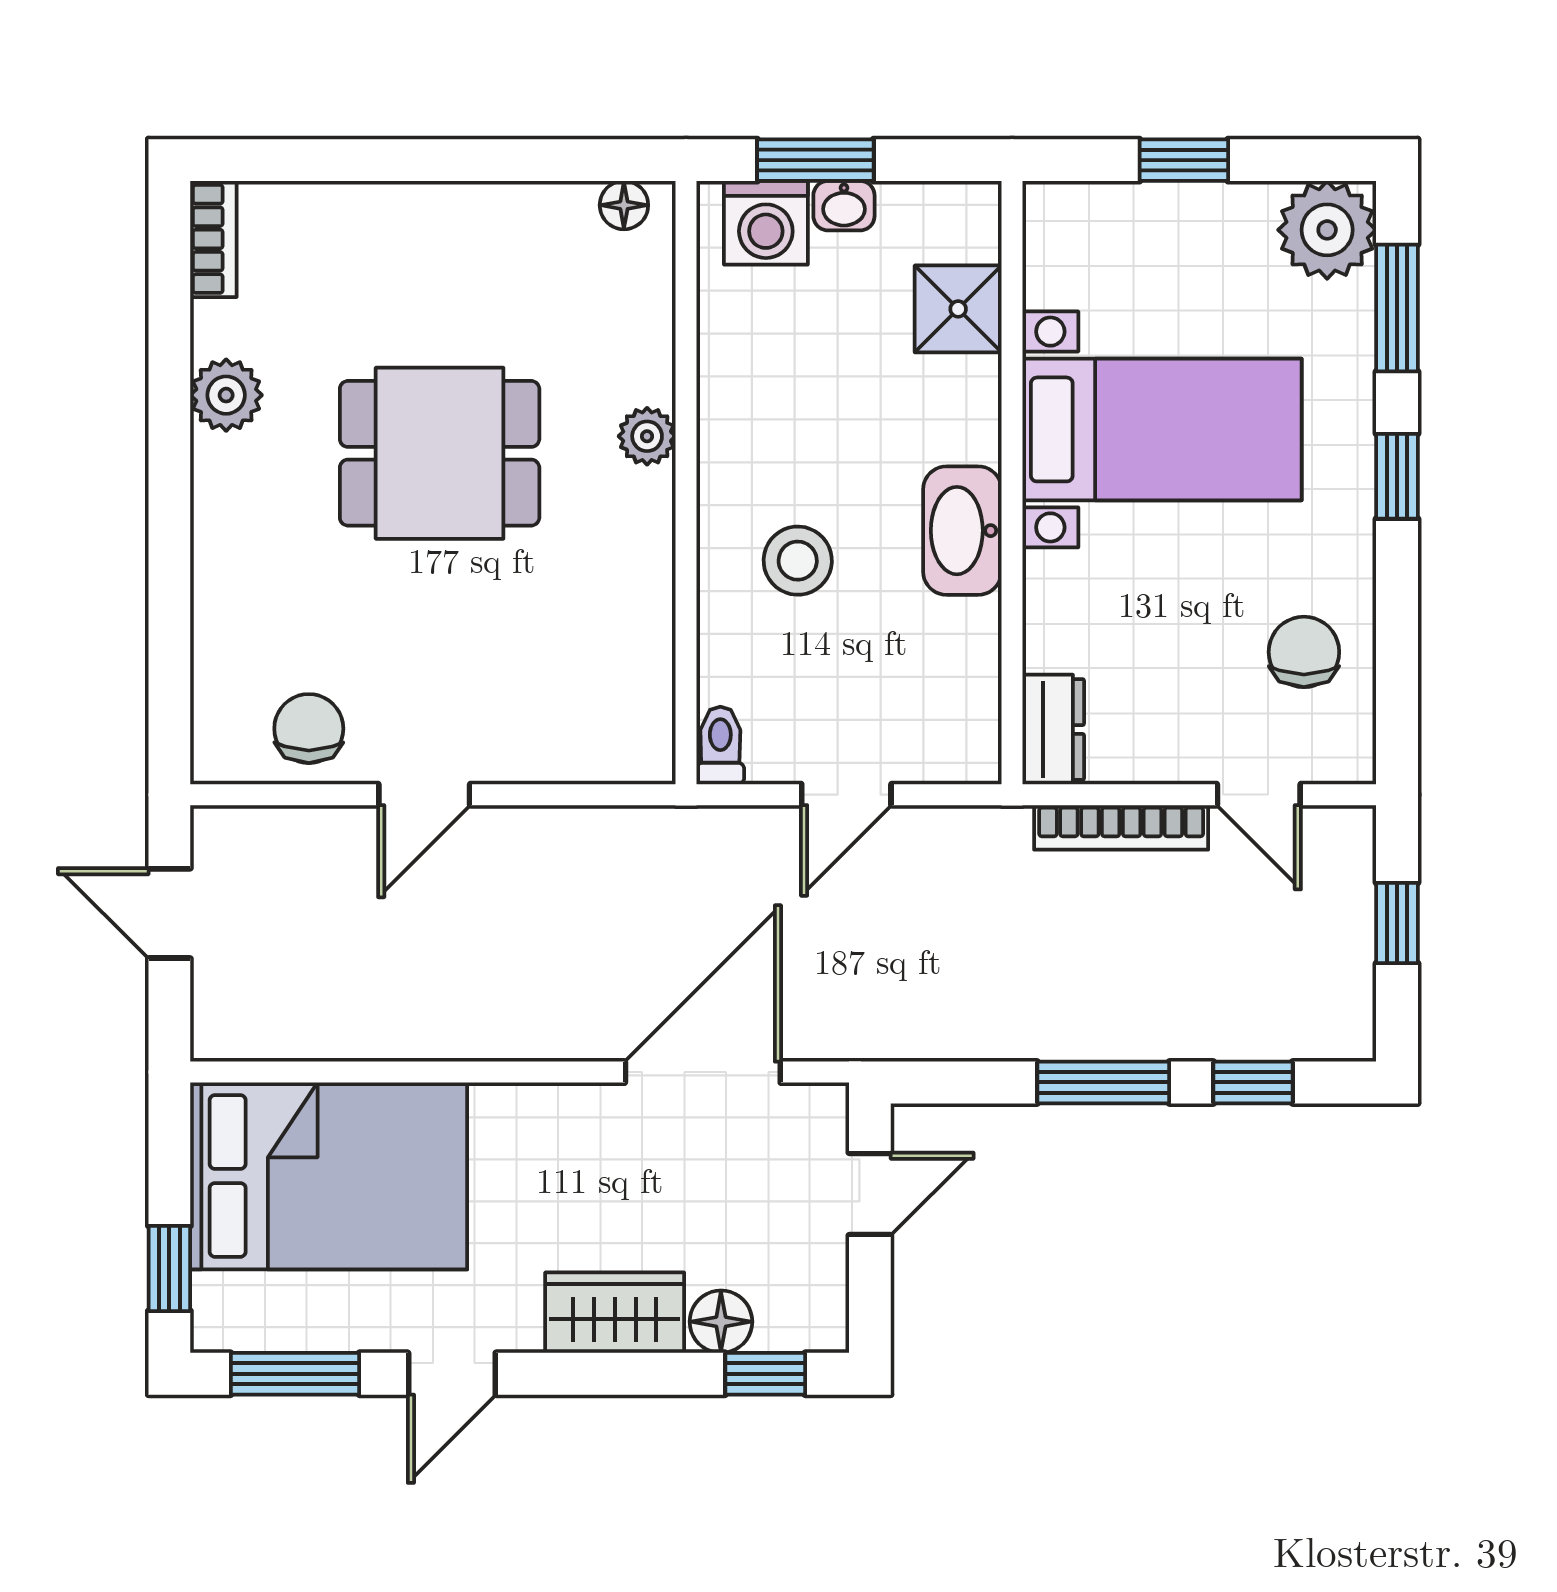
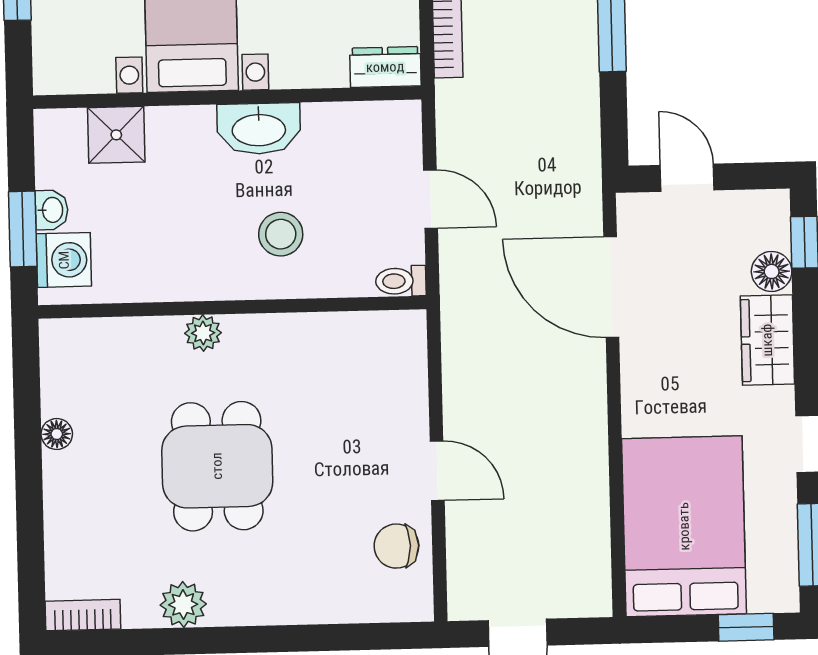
floor lamp: (624, 205) -> (57, 434), moved

